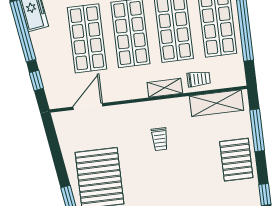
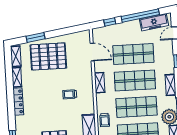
shelving: (165, 88) -> (100, 83), moved

